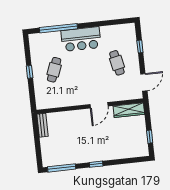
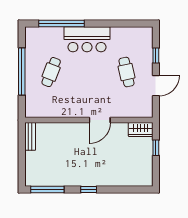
window: (30, 72) -> (22, 71), width x3.17
door: (144, 82) -> (156, 86), moved
wardrobe: (129, 110) -> (141, 130), width x0.67
window: (150, 137) -> (156, 148), moved

